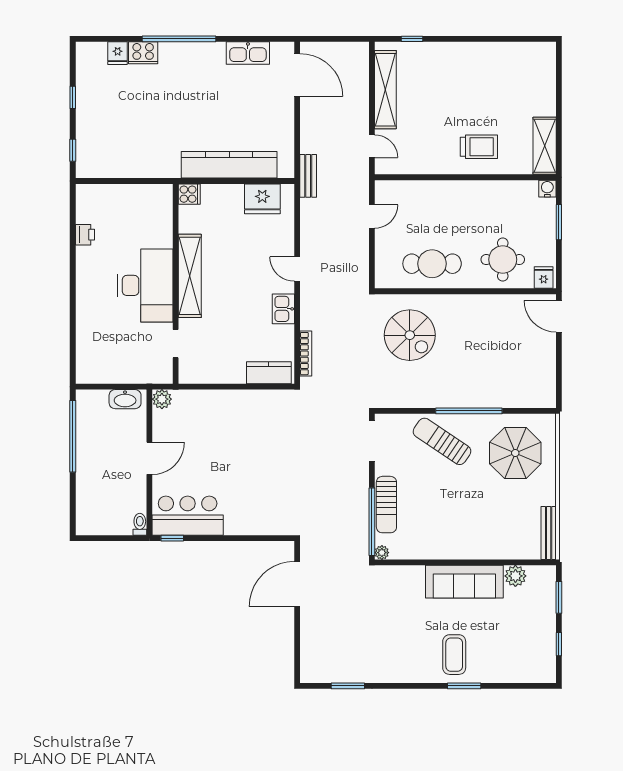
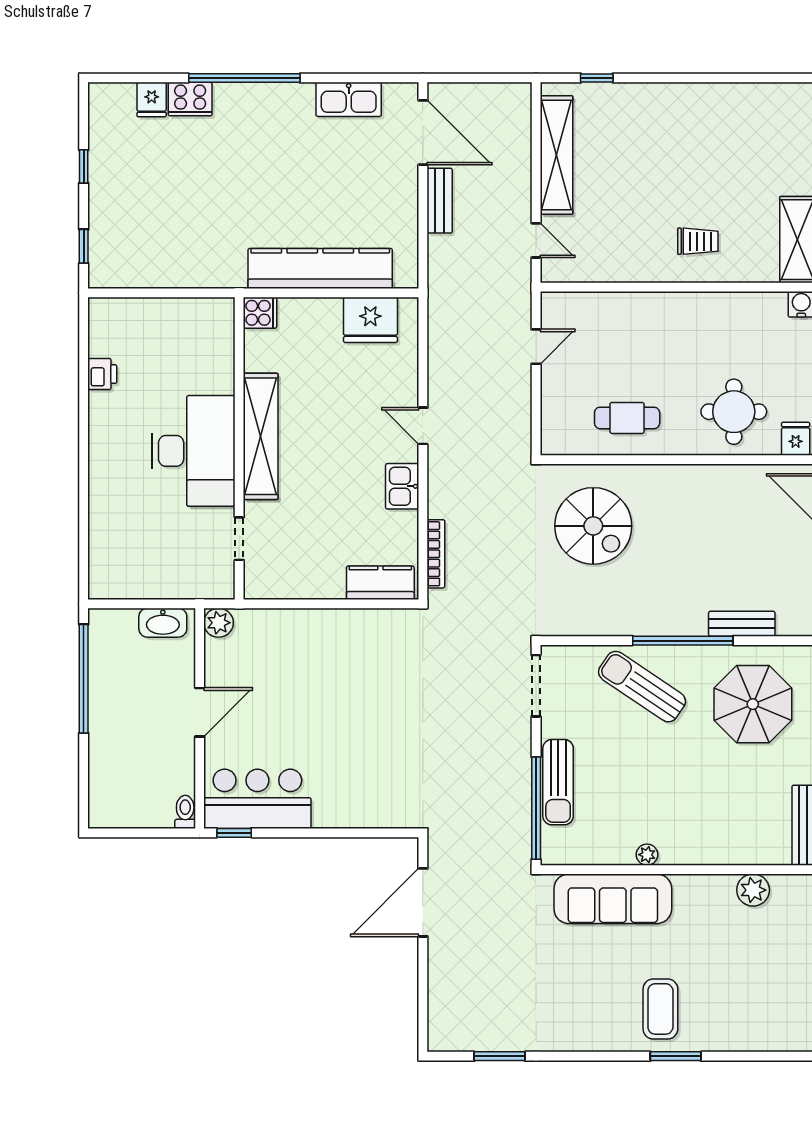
trolley: (479, 147) -> (698, 241), width x0.73, depth x0.72
bench: (308, 176) -> (440, 201), moved
cafe table: (432, 264) -> (627, 418), width x0.73, depth x0.74
bench: (508, 400) -> (742, 624), added
plant: (382, 553) -> (647, 855), moved
sofa: (464, 582) -> (613, 899), moved

